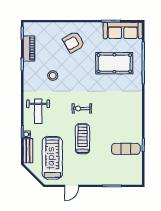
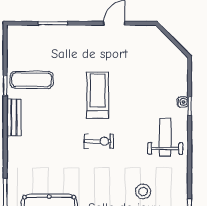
treadmill: (83, 139) -> (98, 95), turned 180
bench: (28, 151) -> (14, 117), moved
treadmill: (52, 158) -> (144, 66), removed

